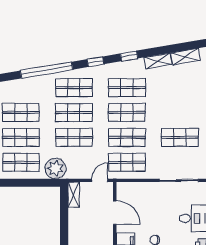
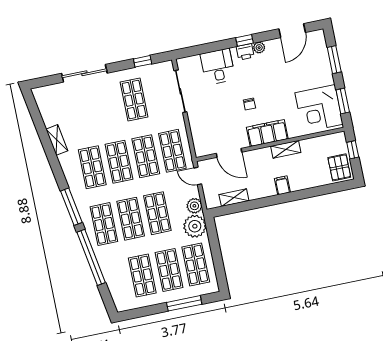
window: (129, 56) -> (58, 172), removed
shelving: (186, 57) -> (46, 111), removed
window: (95, 62) -> (71, 207), width x2.17
plant: (74, 172) -> (194, 206), added
shelving: (74, 195) -> (234, 198), moved
door: (115, 213) -> (229, 153), swing flipped

